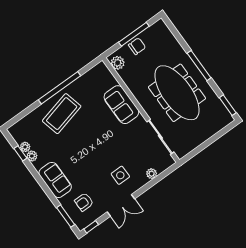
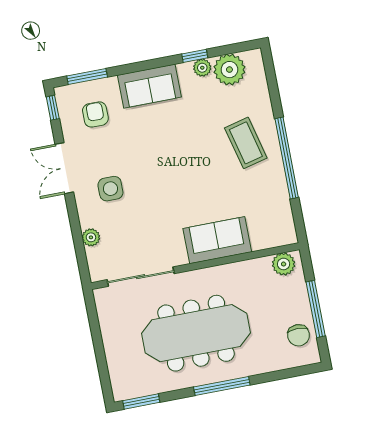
chair: (137, 46) -> (298, 335), moved
coffee table: (62, 114) -> (246, 143), width x0.73, depth x0.76
plant: (25, 147) -> (229, 70), width x1.87, depth x1.87
window: (20, 153) -> (195, 56), moved

